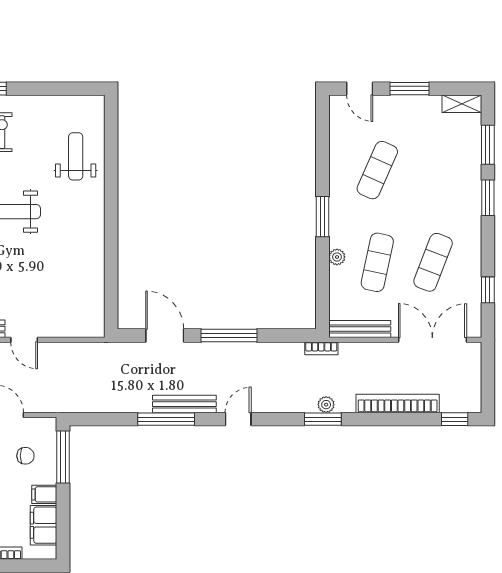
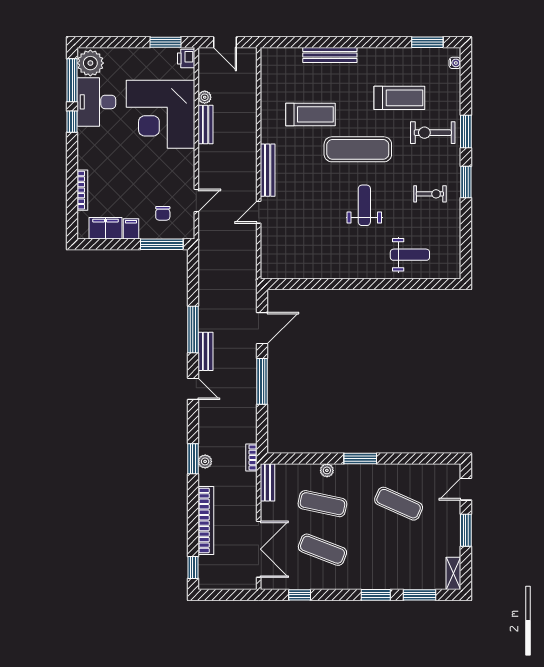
bench: (360, 329) -> (267, 482), width x0.73
bench: (184, 404) -> (205, 351), width x0.73

